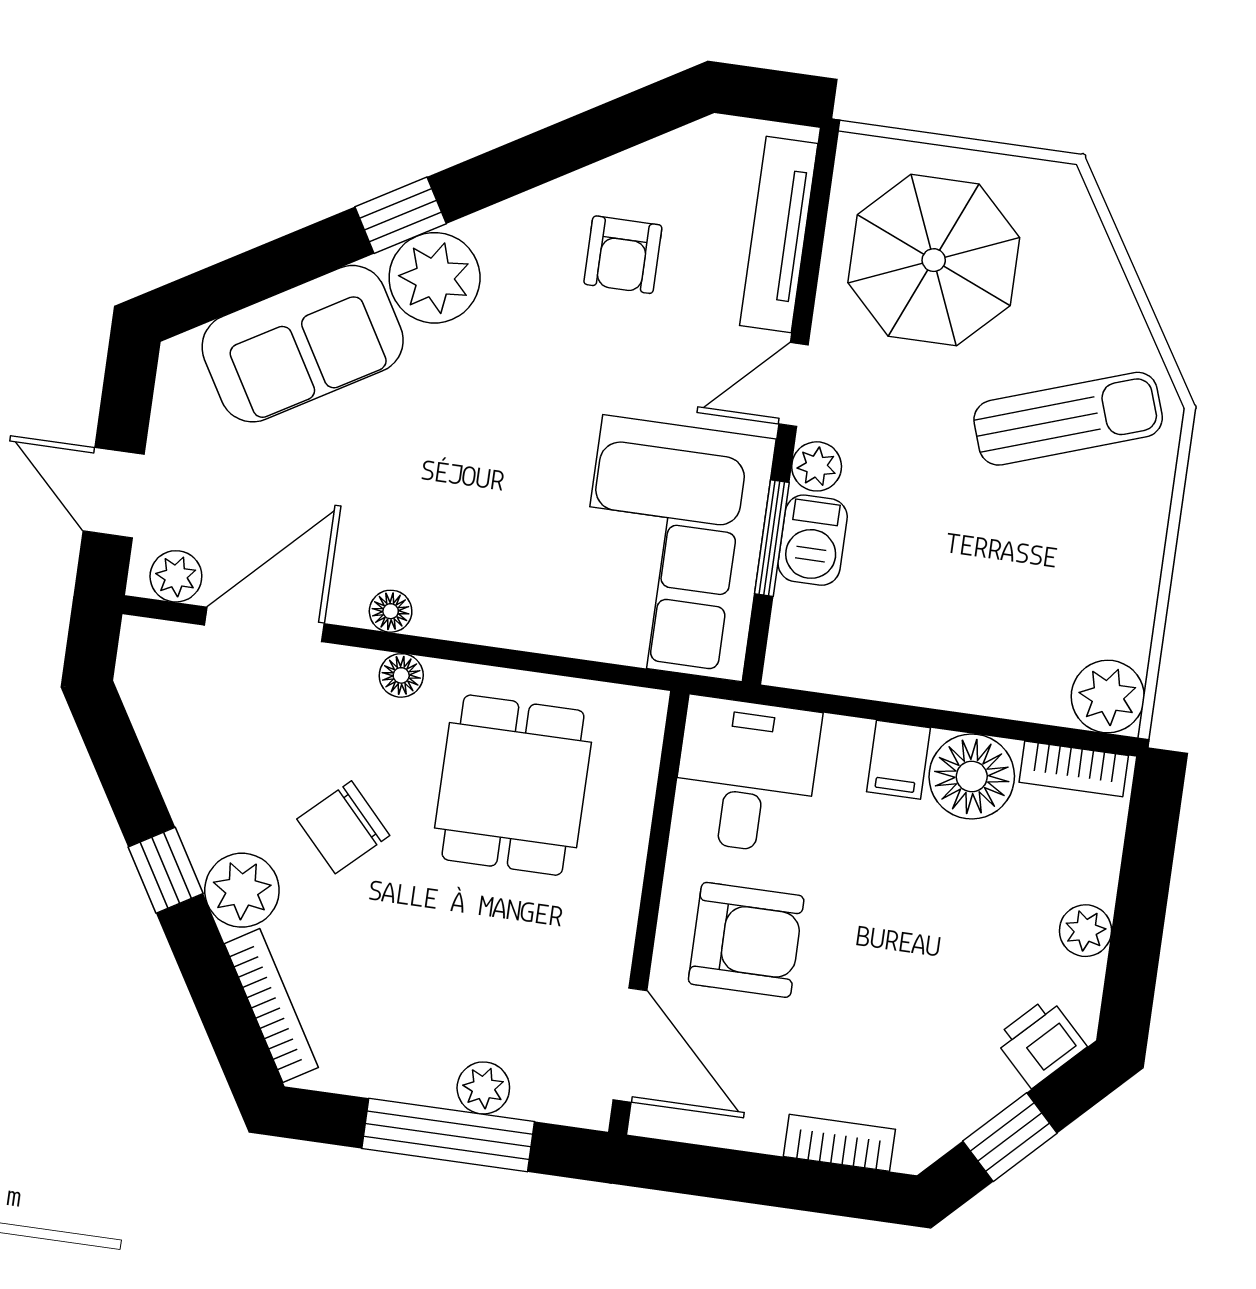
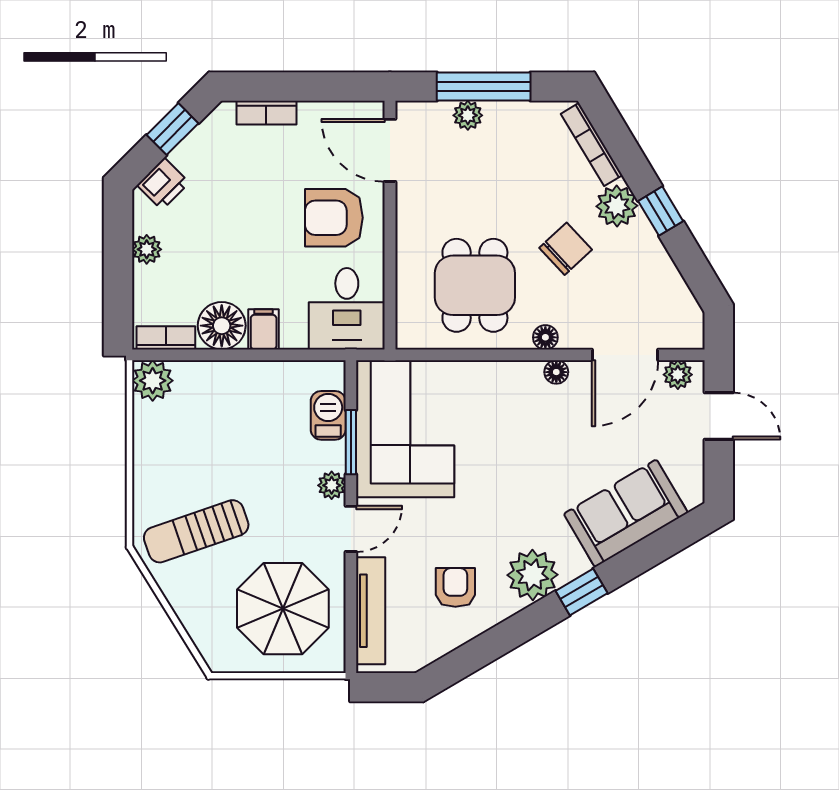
plant: (435, 278) -> (533, 575), moved
barbecue: (813, 540) -> (328, 415), moved

